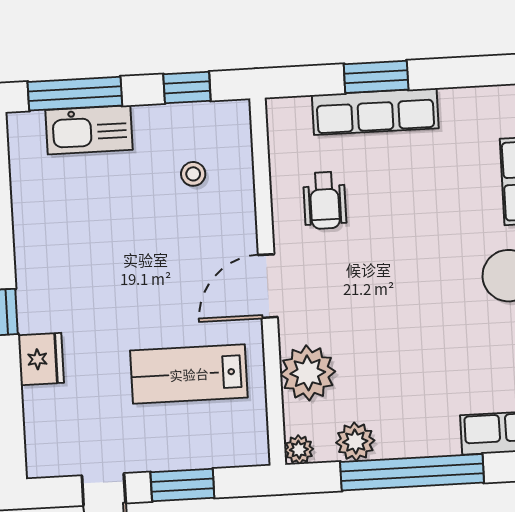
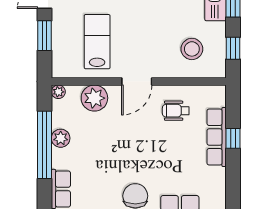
window: (376, 77) -> (233, 138), width x0.67
stool: (193, 174) -> (192, 49), width x1.89, depth x1.89
door: (268, 286) -> (137, 81), swing flipped
plant: (355, 442) -> (61, 138), moved

